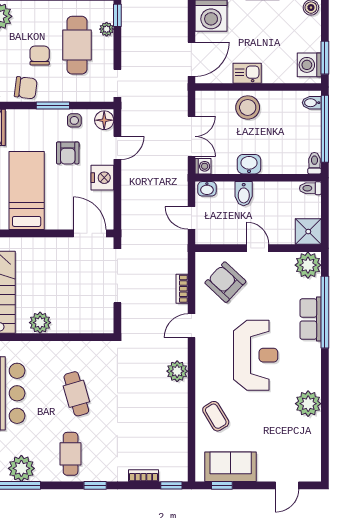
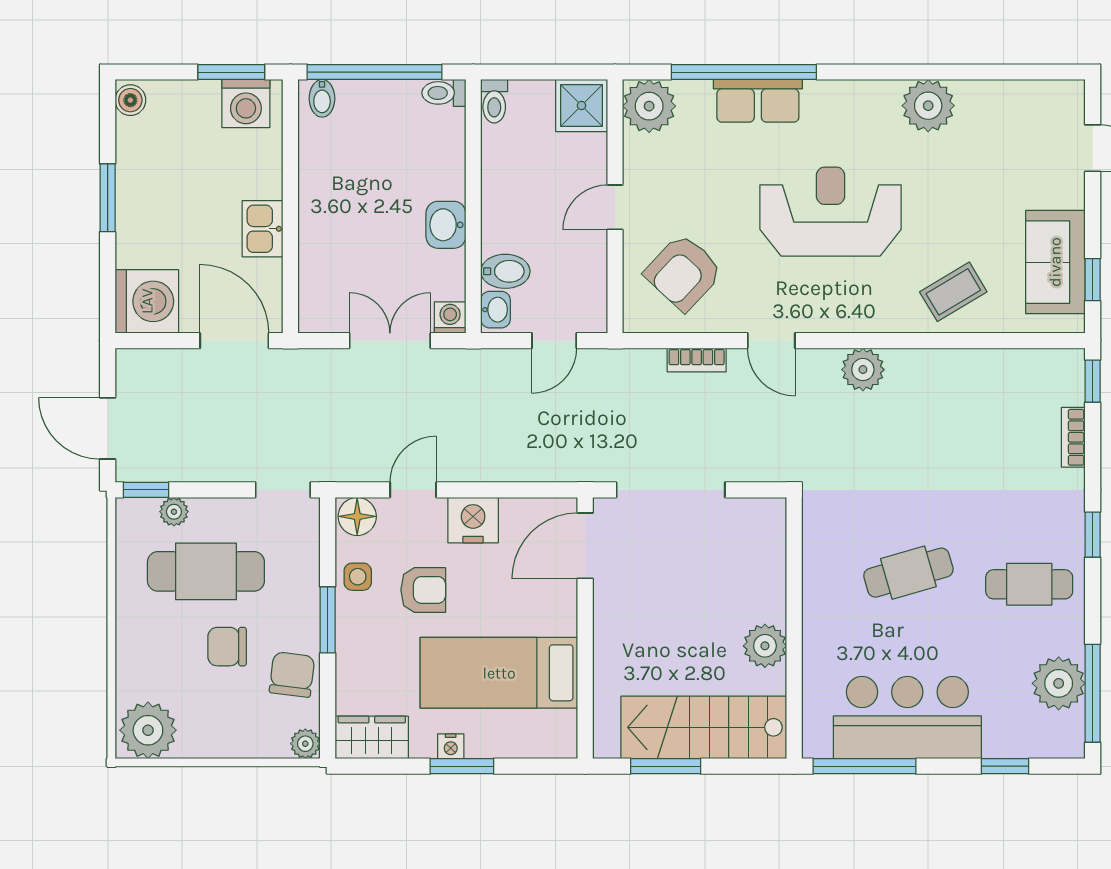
stool: (248, 107) -> (332, 228), removed
door: (117, 148) -> (413, 490), hinge flipped
bidet: (244, 194) -> (505, 271), moved

